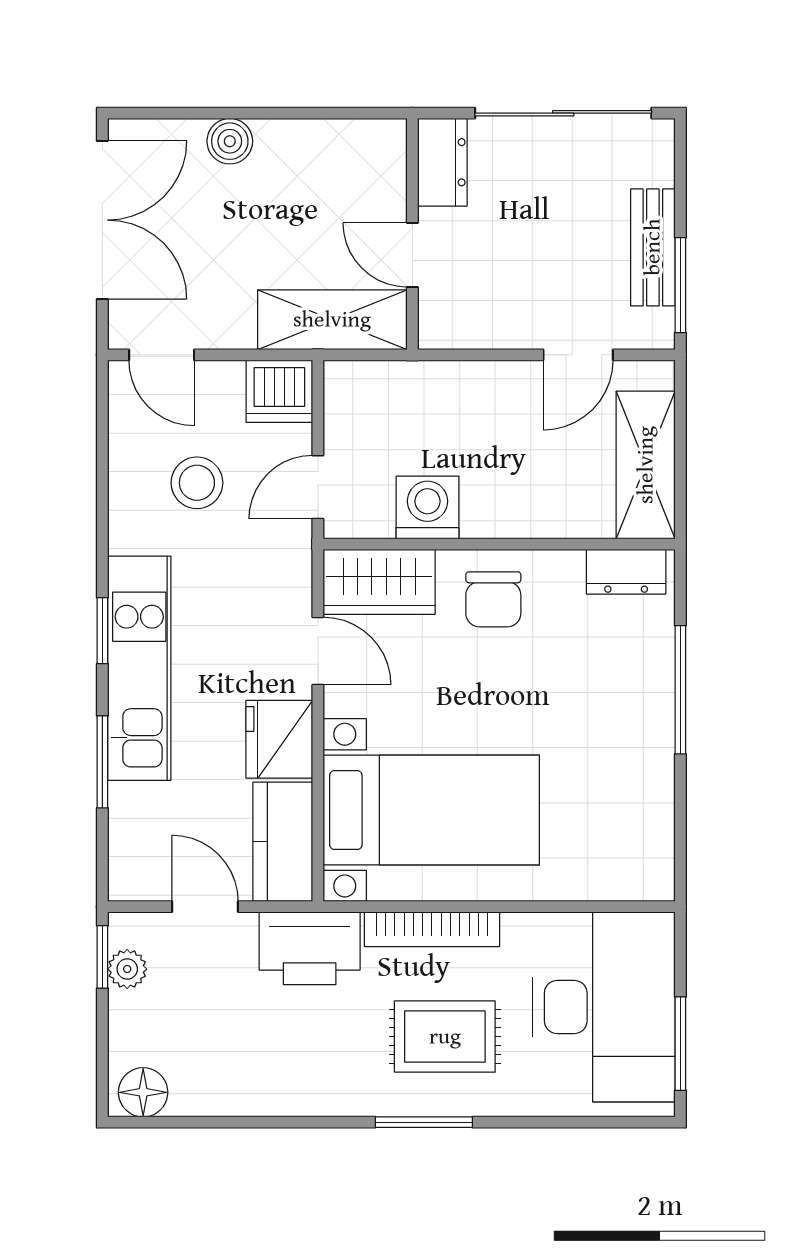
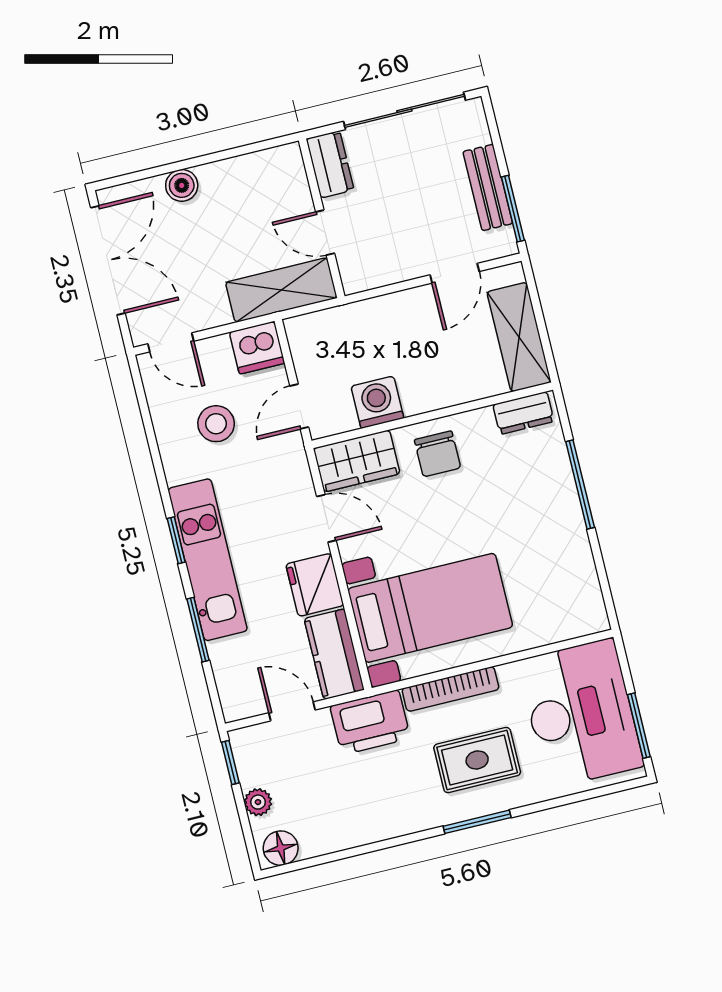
plant: (127, 969) -> (258, 802), moved

